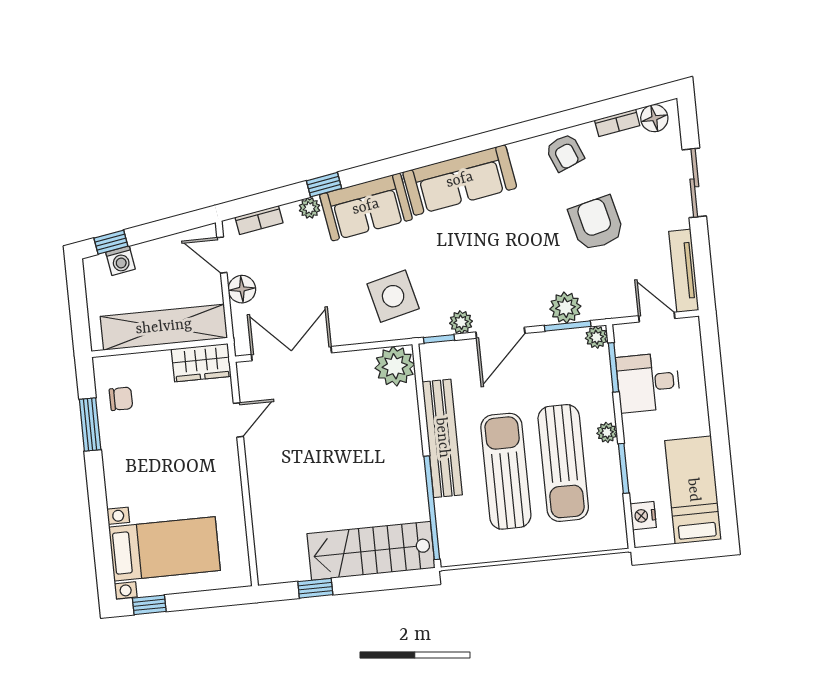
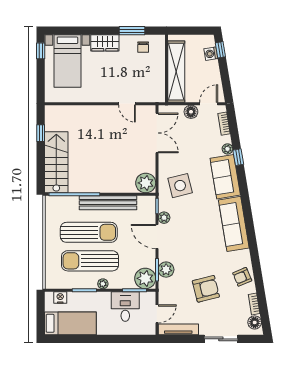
plant: (596, 337) -> (145, 278), width x1.87, depth x1.87
wardrobe: (201, 363) -> (105, 43), moved, turned -90

